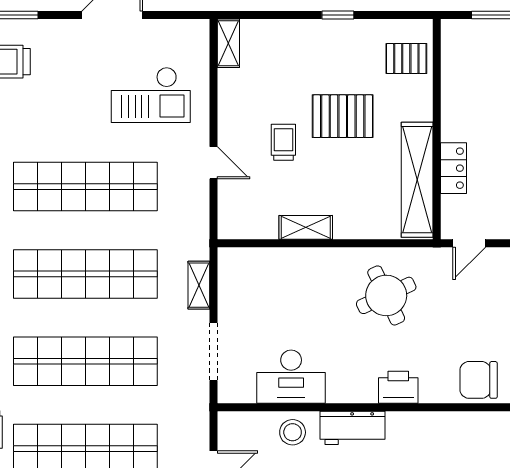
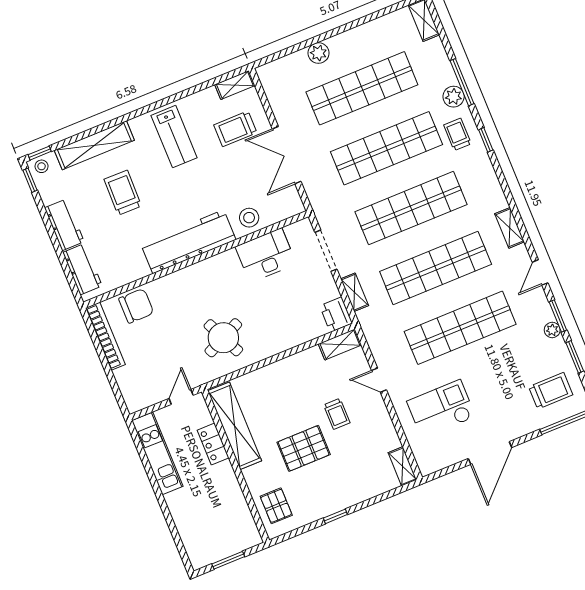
pallet: (406, 58) -> (276, 506), turned 90
shelving: (306, 227) -> (340, 344), moved
printer: (398, 387) -> (336, 315), moved, turned 90
workbench: (352, 428) -> (188, 242), width x1.88, depth x1.32

